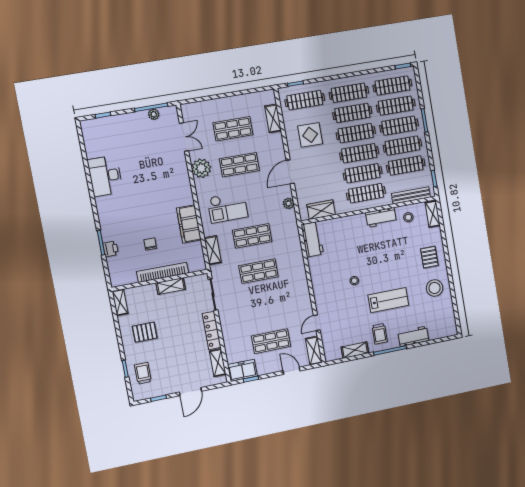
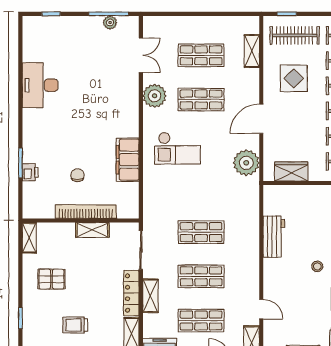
plant: (288, 203) -> (246, 163), width x1.88, depth x1.88
shop shelf: (252, 236) -> (201, 276), moved
workbench: (312, 239) -> (274, 237), moved
shelving: (213, 250) -> (150, 296), moved
door: (317, 323) -> (261, 309), swing flipped
trolley: (143, 373) -> (75, 325), moved, turned -90

